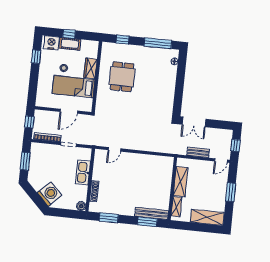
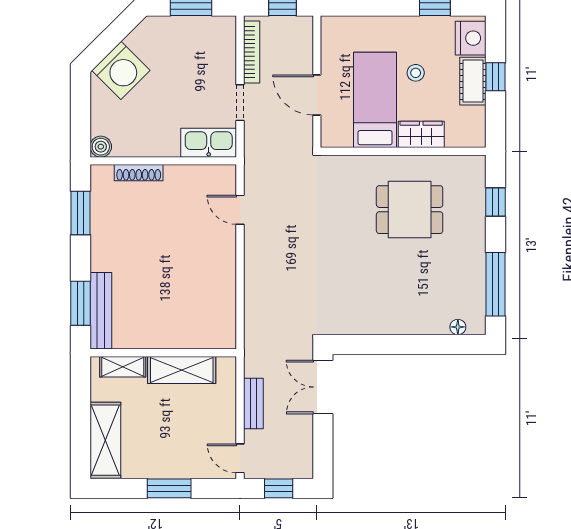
kitchen sink: (83, 172) -> (209, 143), moved

